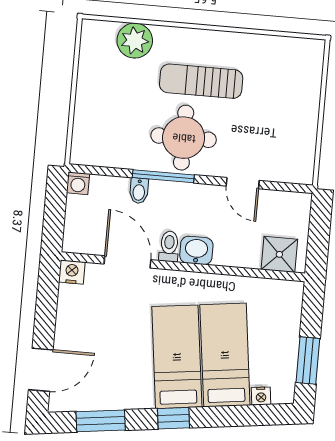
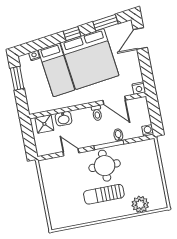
sun lounger: (201, 81) -> (104, 194), turned 180
washbasin: (196, 250) -> (64, 119), moved
bed: (177, 357) -> (90, 59), width x2.04

